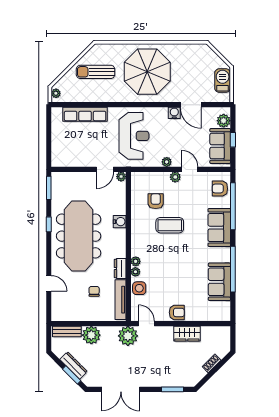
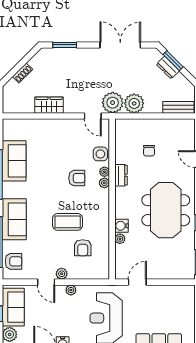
plant: (121, 177) -> (120, 239), moved
meeting table: (79, 236) -> (166, 210), width x0.73
tv unit: (120, 300) -> (121, 142), removed
armchair: (177, 312) -> (77, 178), moved, turned 180
plant: (91, 335) -> (134, 103), moved
dresser: (74, 365) -> (168, 67), width x0.70

